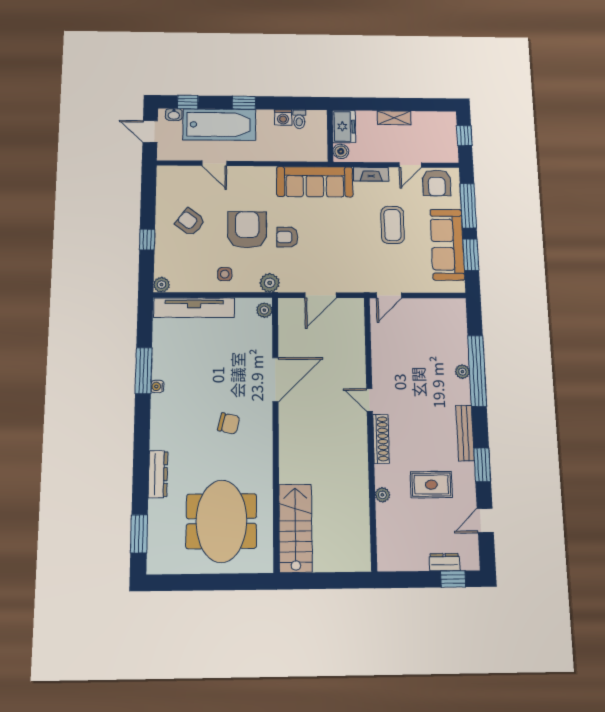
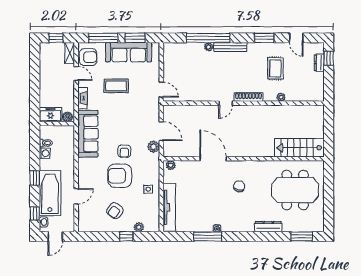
shelving: (394, 118) -> (70, 53), moved
plant: (270, 283) -> (154, 147), moved
plant: (162, 285) -> (139, 227), moved
bench: (465, 433) -> (230, 47), moved

